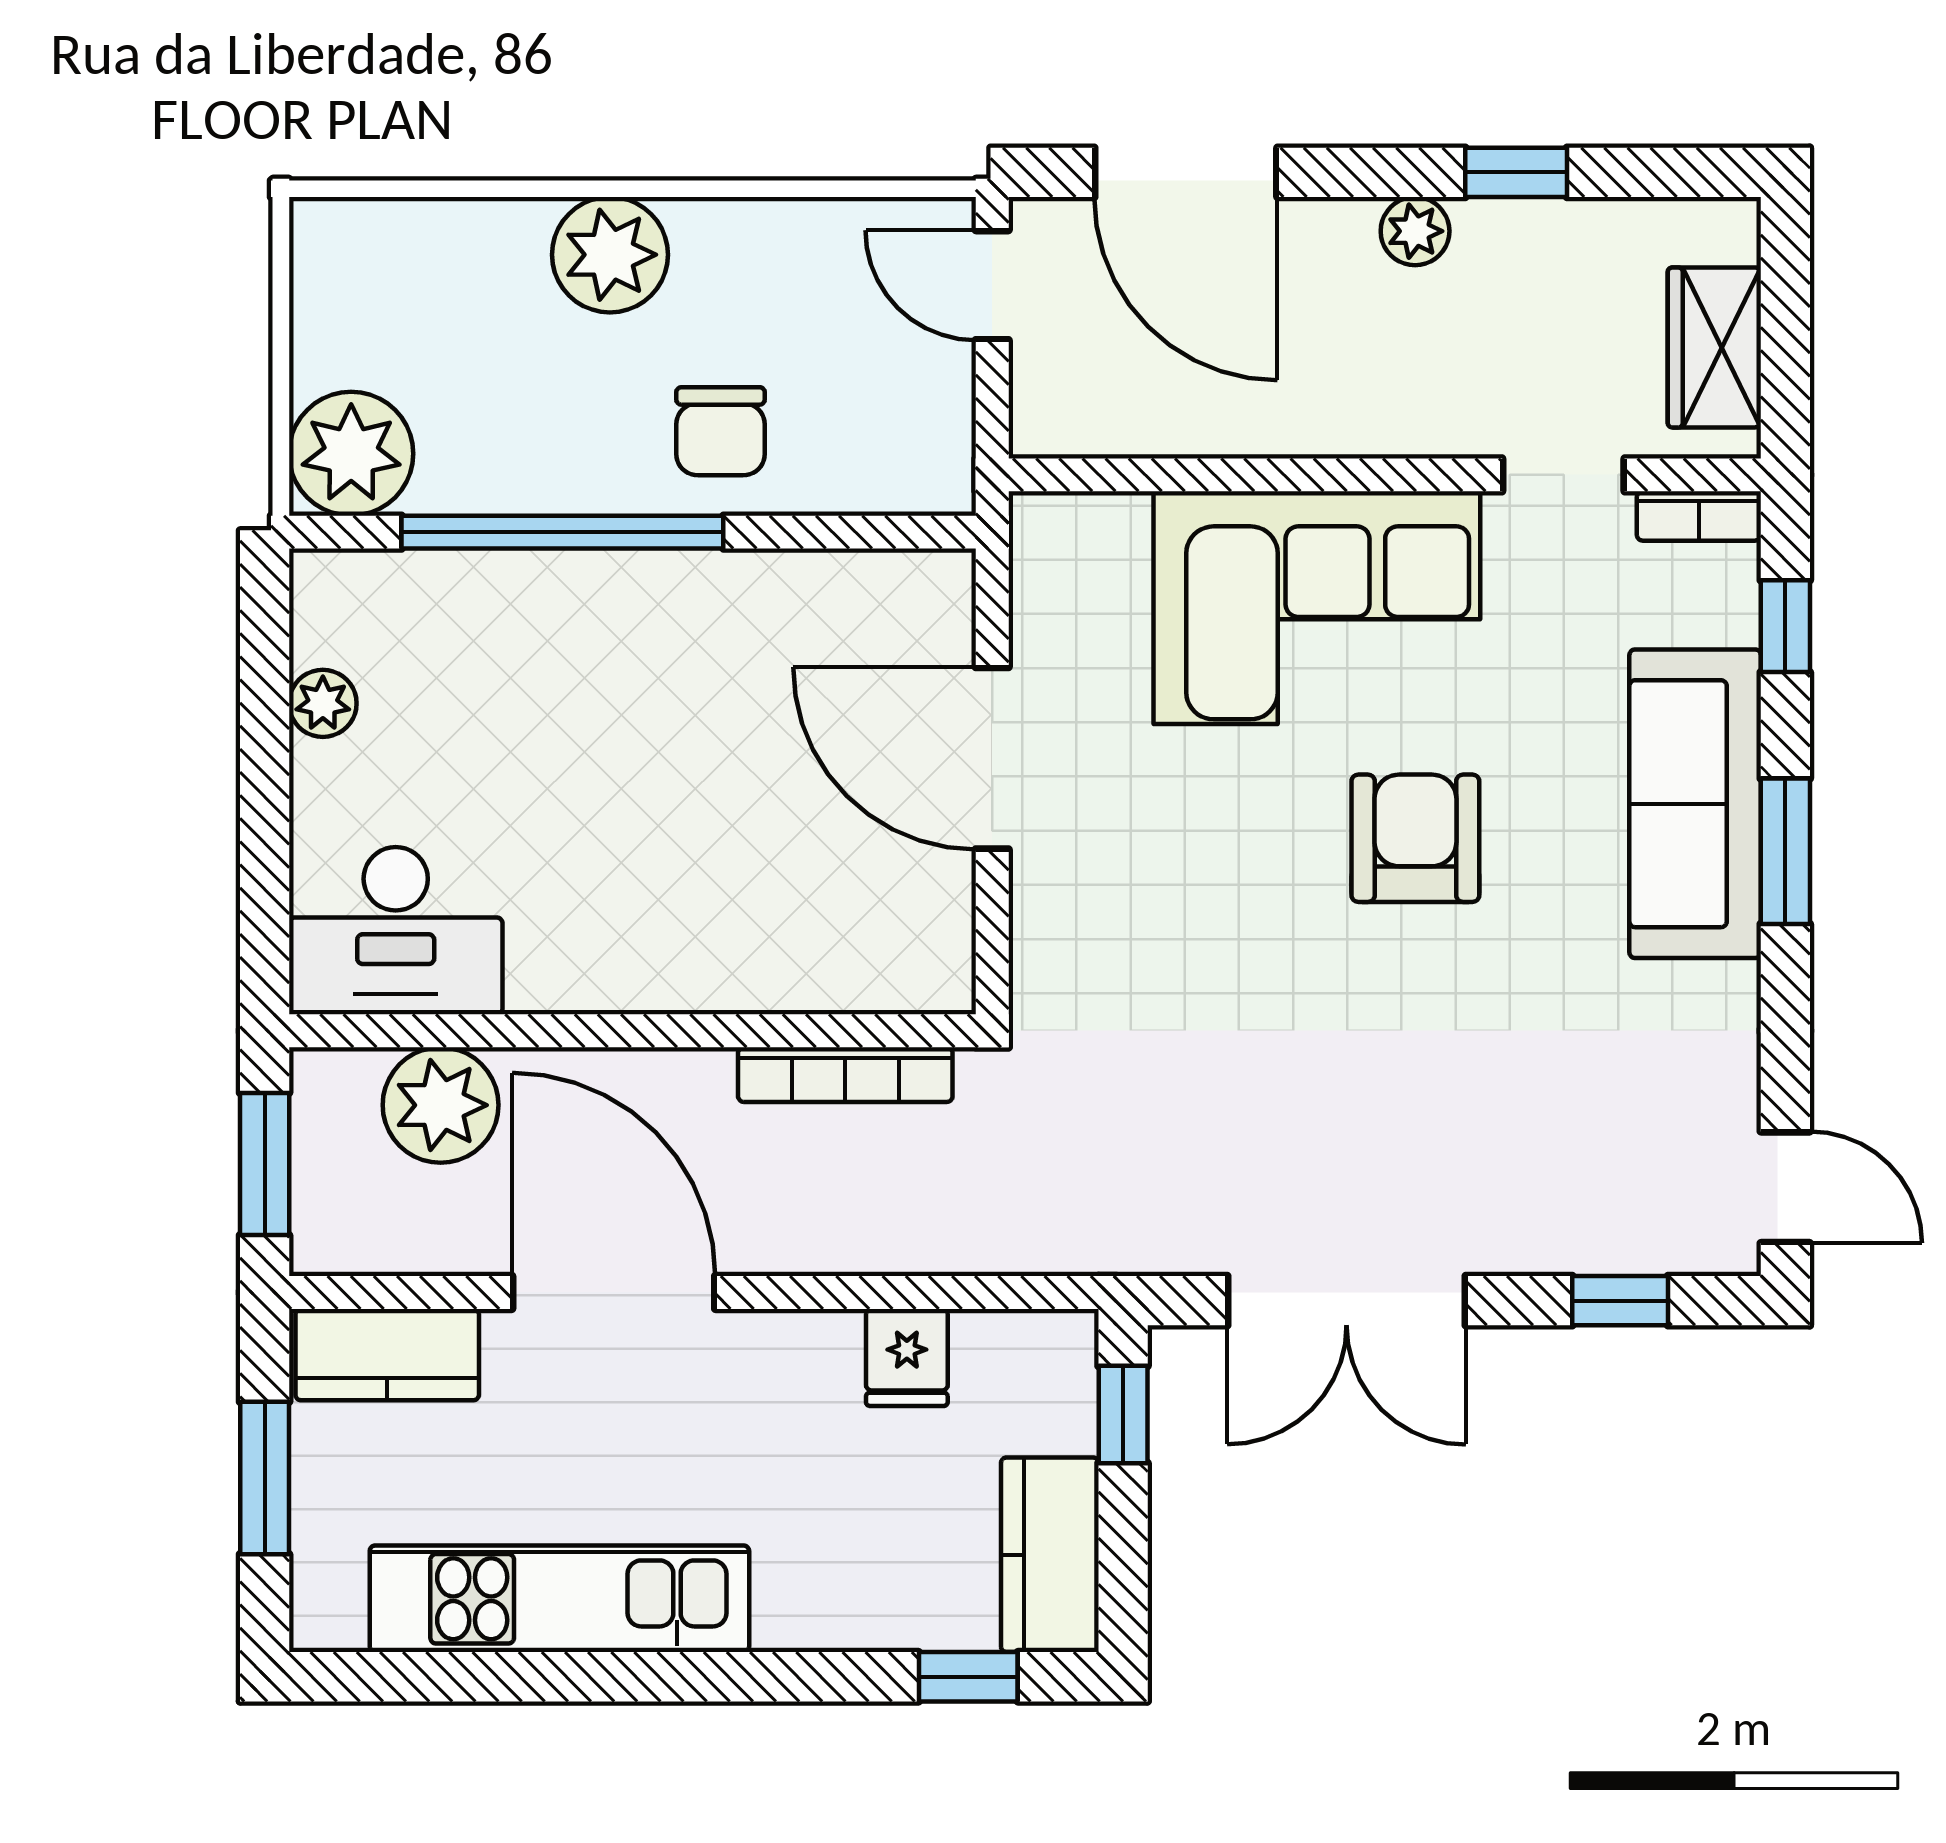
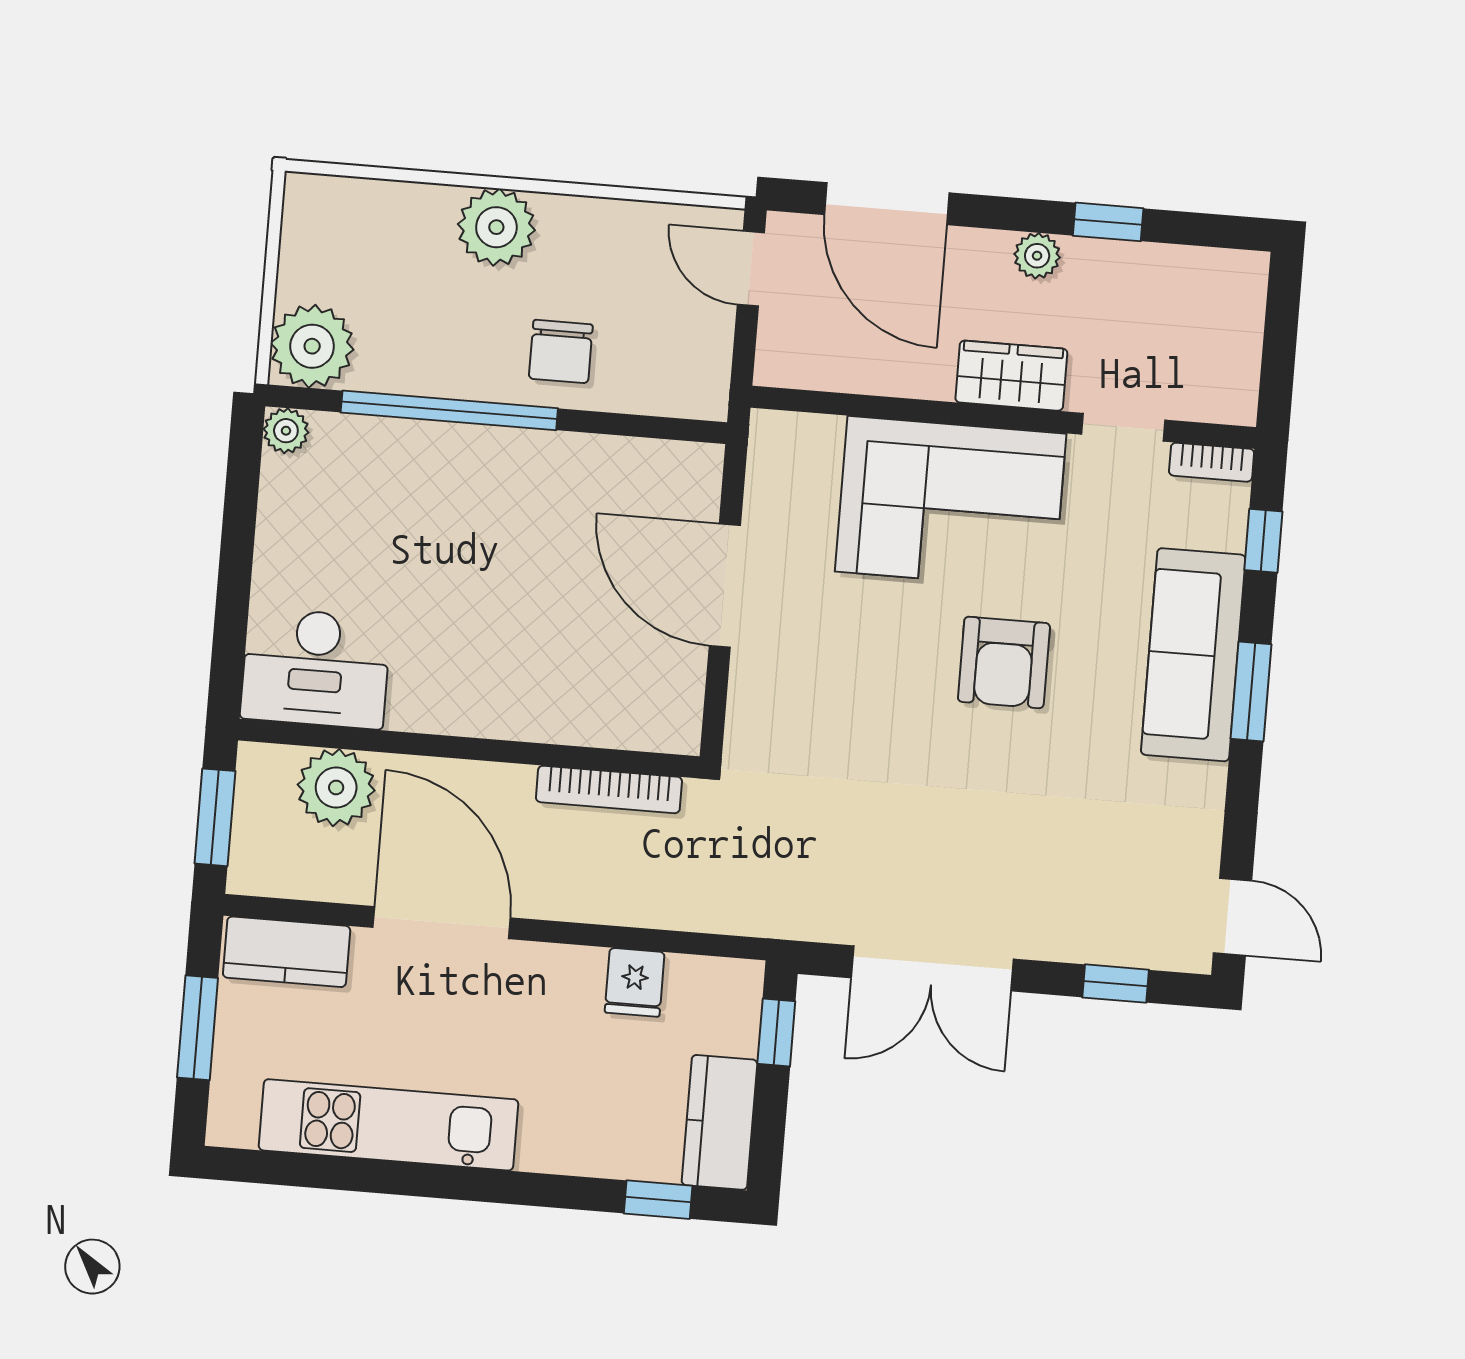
wardrobe: (1714, 347) -> (1011, 376), moved, turned 90
plant: (323, 703) -> (286, 431), moved
armchair: (1415, 838) -> (1004, 662), turned 180

